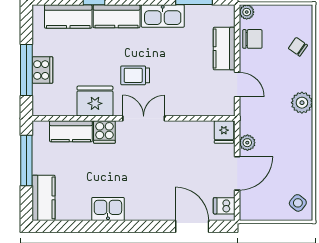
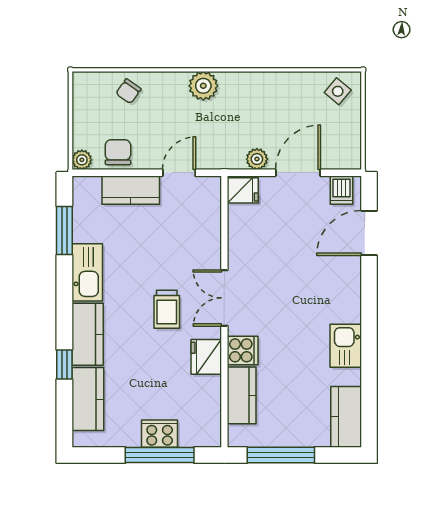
fridge: (95, 101) -> (206, 357), width x0.73, depth x0.75
door: (237, 173) -> (298, 173), hinge flipped
kitchen counter: (44, 198) -> (346, 417), moved, turned -90

